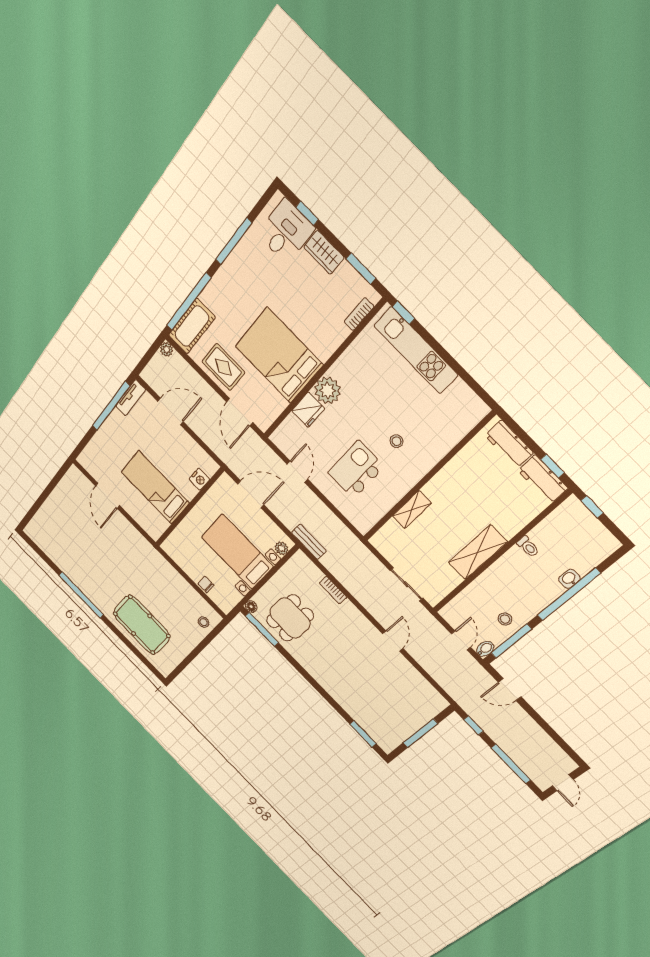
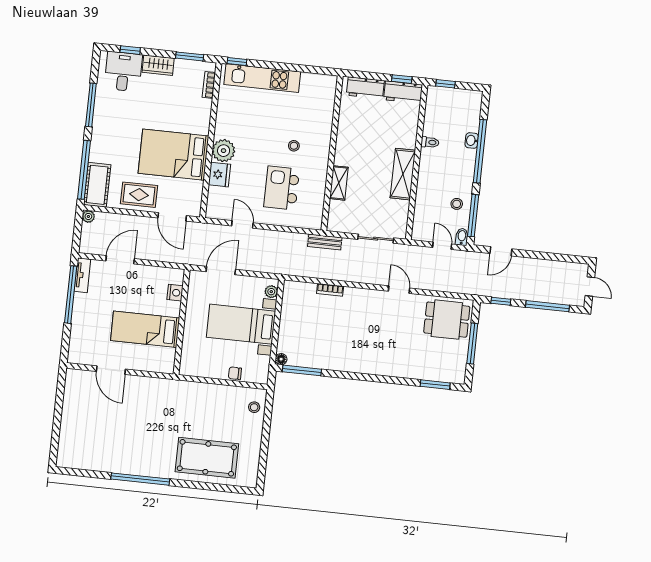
bench: (309, 542) -> (325, 242), moved
dining table: (290, 618) -> (447, 320), moved, turned 90

